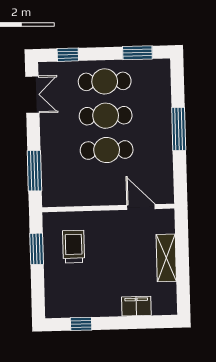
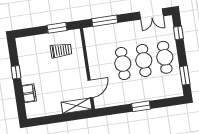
window: (179, 129) -> (141, 106), width x0.69
shelving: (166, 258) -> (76, 106), moved
window: (81, 324) -> (16, 72), moved

